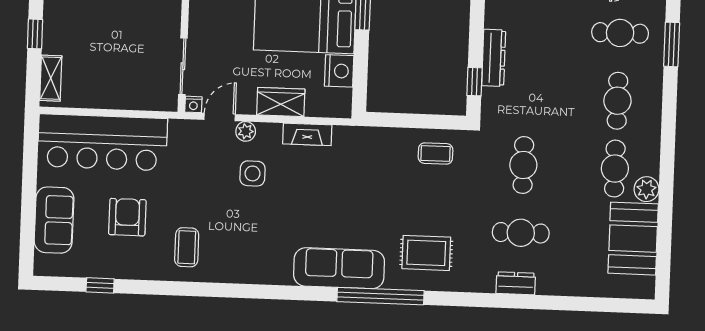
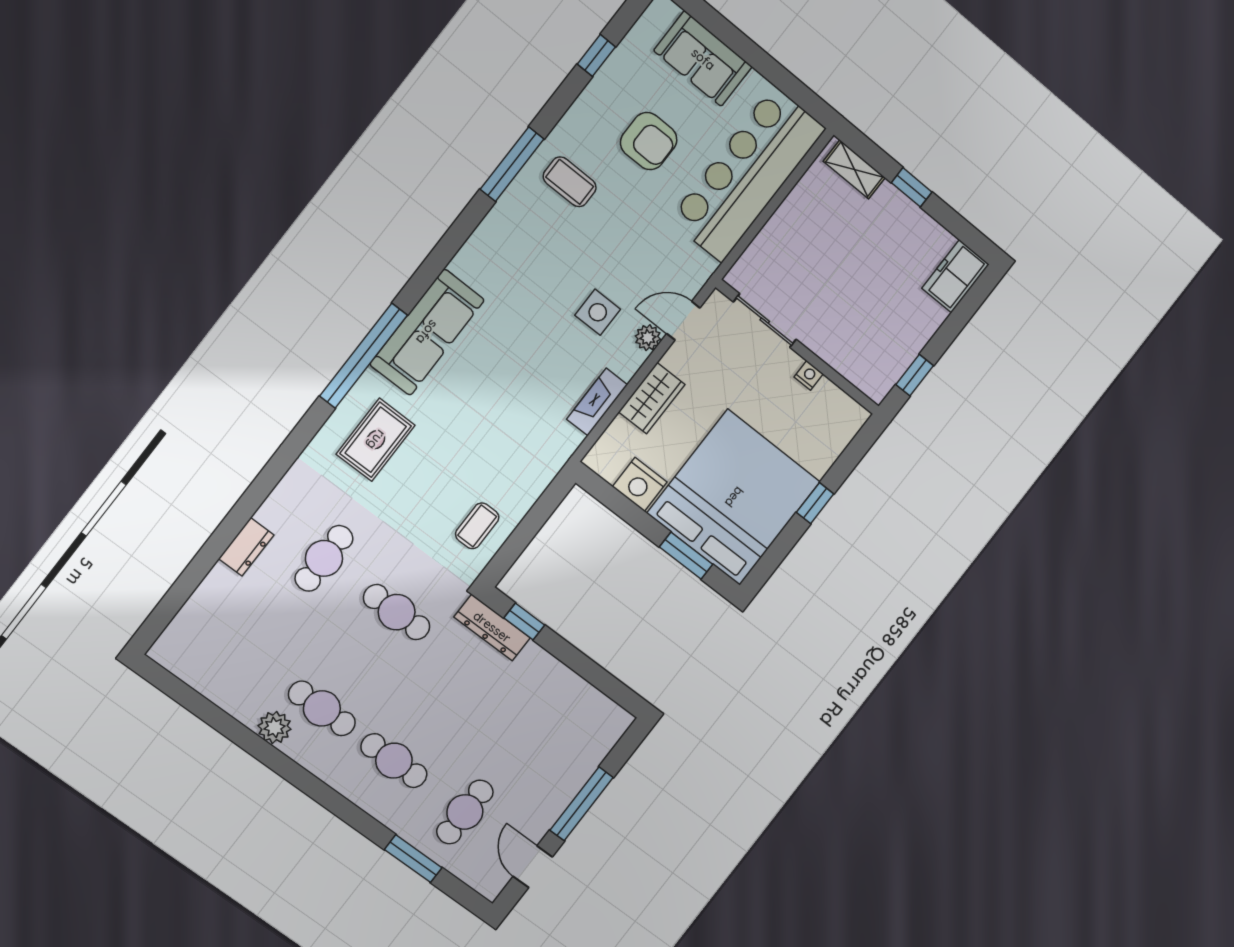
dresser: (494, 58) -> (492, 627), moved
nightstand: (193, 104) -> (809, 375), moved, turned 90
door: (220, 117) -> (683, 321), swing flipped
booth: (633, 239) -> (230, 676), removed
dresser: (516, 283) -> (246, 547), moved
window: (202, 289) -> (512, 164), added

